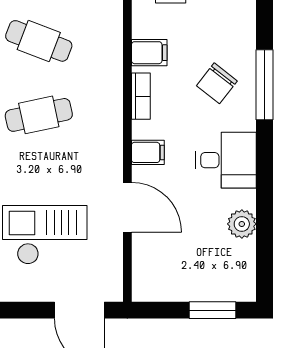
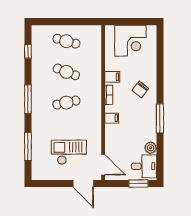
window: (264, 85) -> (160, 118), moved
desk: (226, 160) -> (144, 166), moved
door: (127, 207) -> (103, 165), moved

